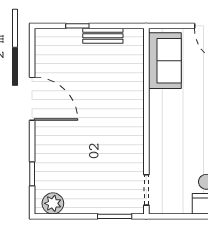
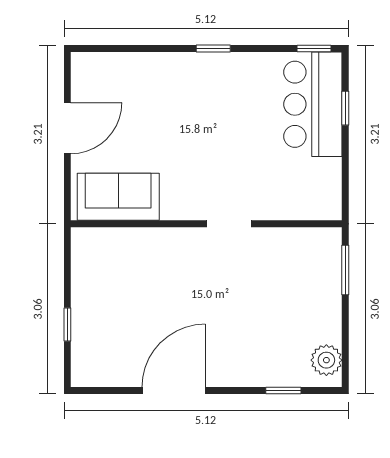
bench: (103, 36) -> (82, 287), removed
doorway: (146, 190) -> (229, 224), moved

